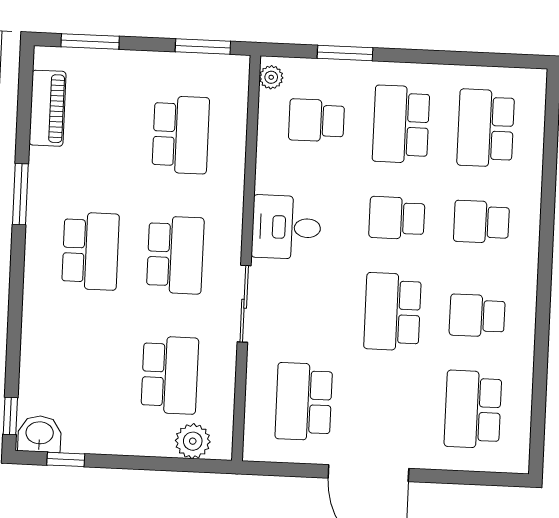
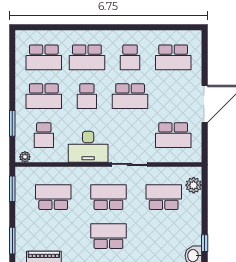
school desk: (481, 222) -> (87, 57), width x1.85
desk: (286, 227) -> (88, 147), width x1.37

